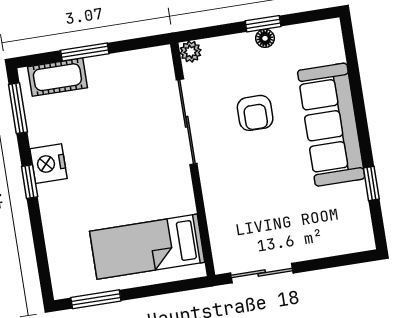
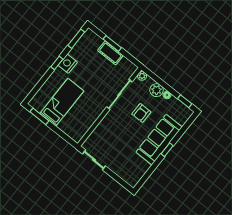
window: (263, 24) -> (185, 101), moved
plant: (239, 49) -> (156, 90), added
cot: (57, 77) -> (110, 53), moved
window: (371, 183) -> (167, 150), moved
bed: (147, 247) -> (62, 102), moved, turned 90

